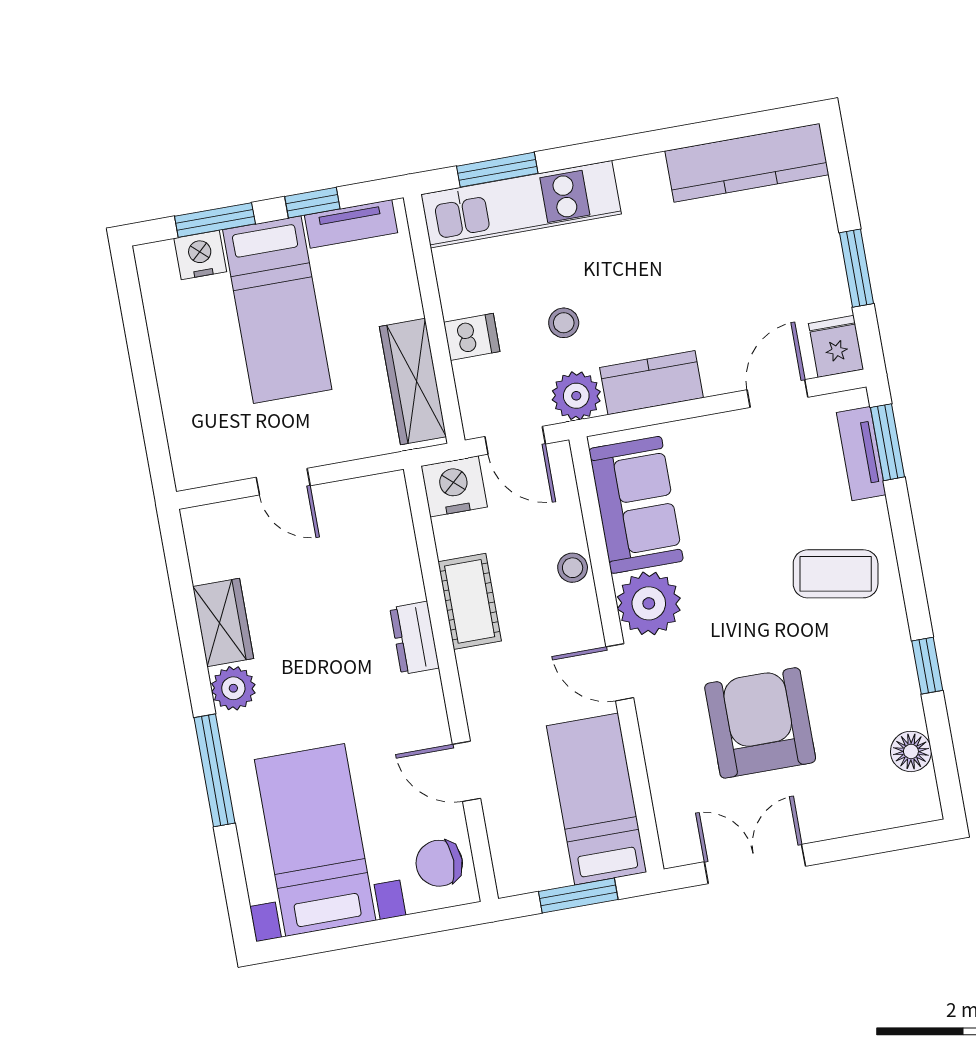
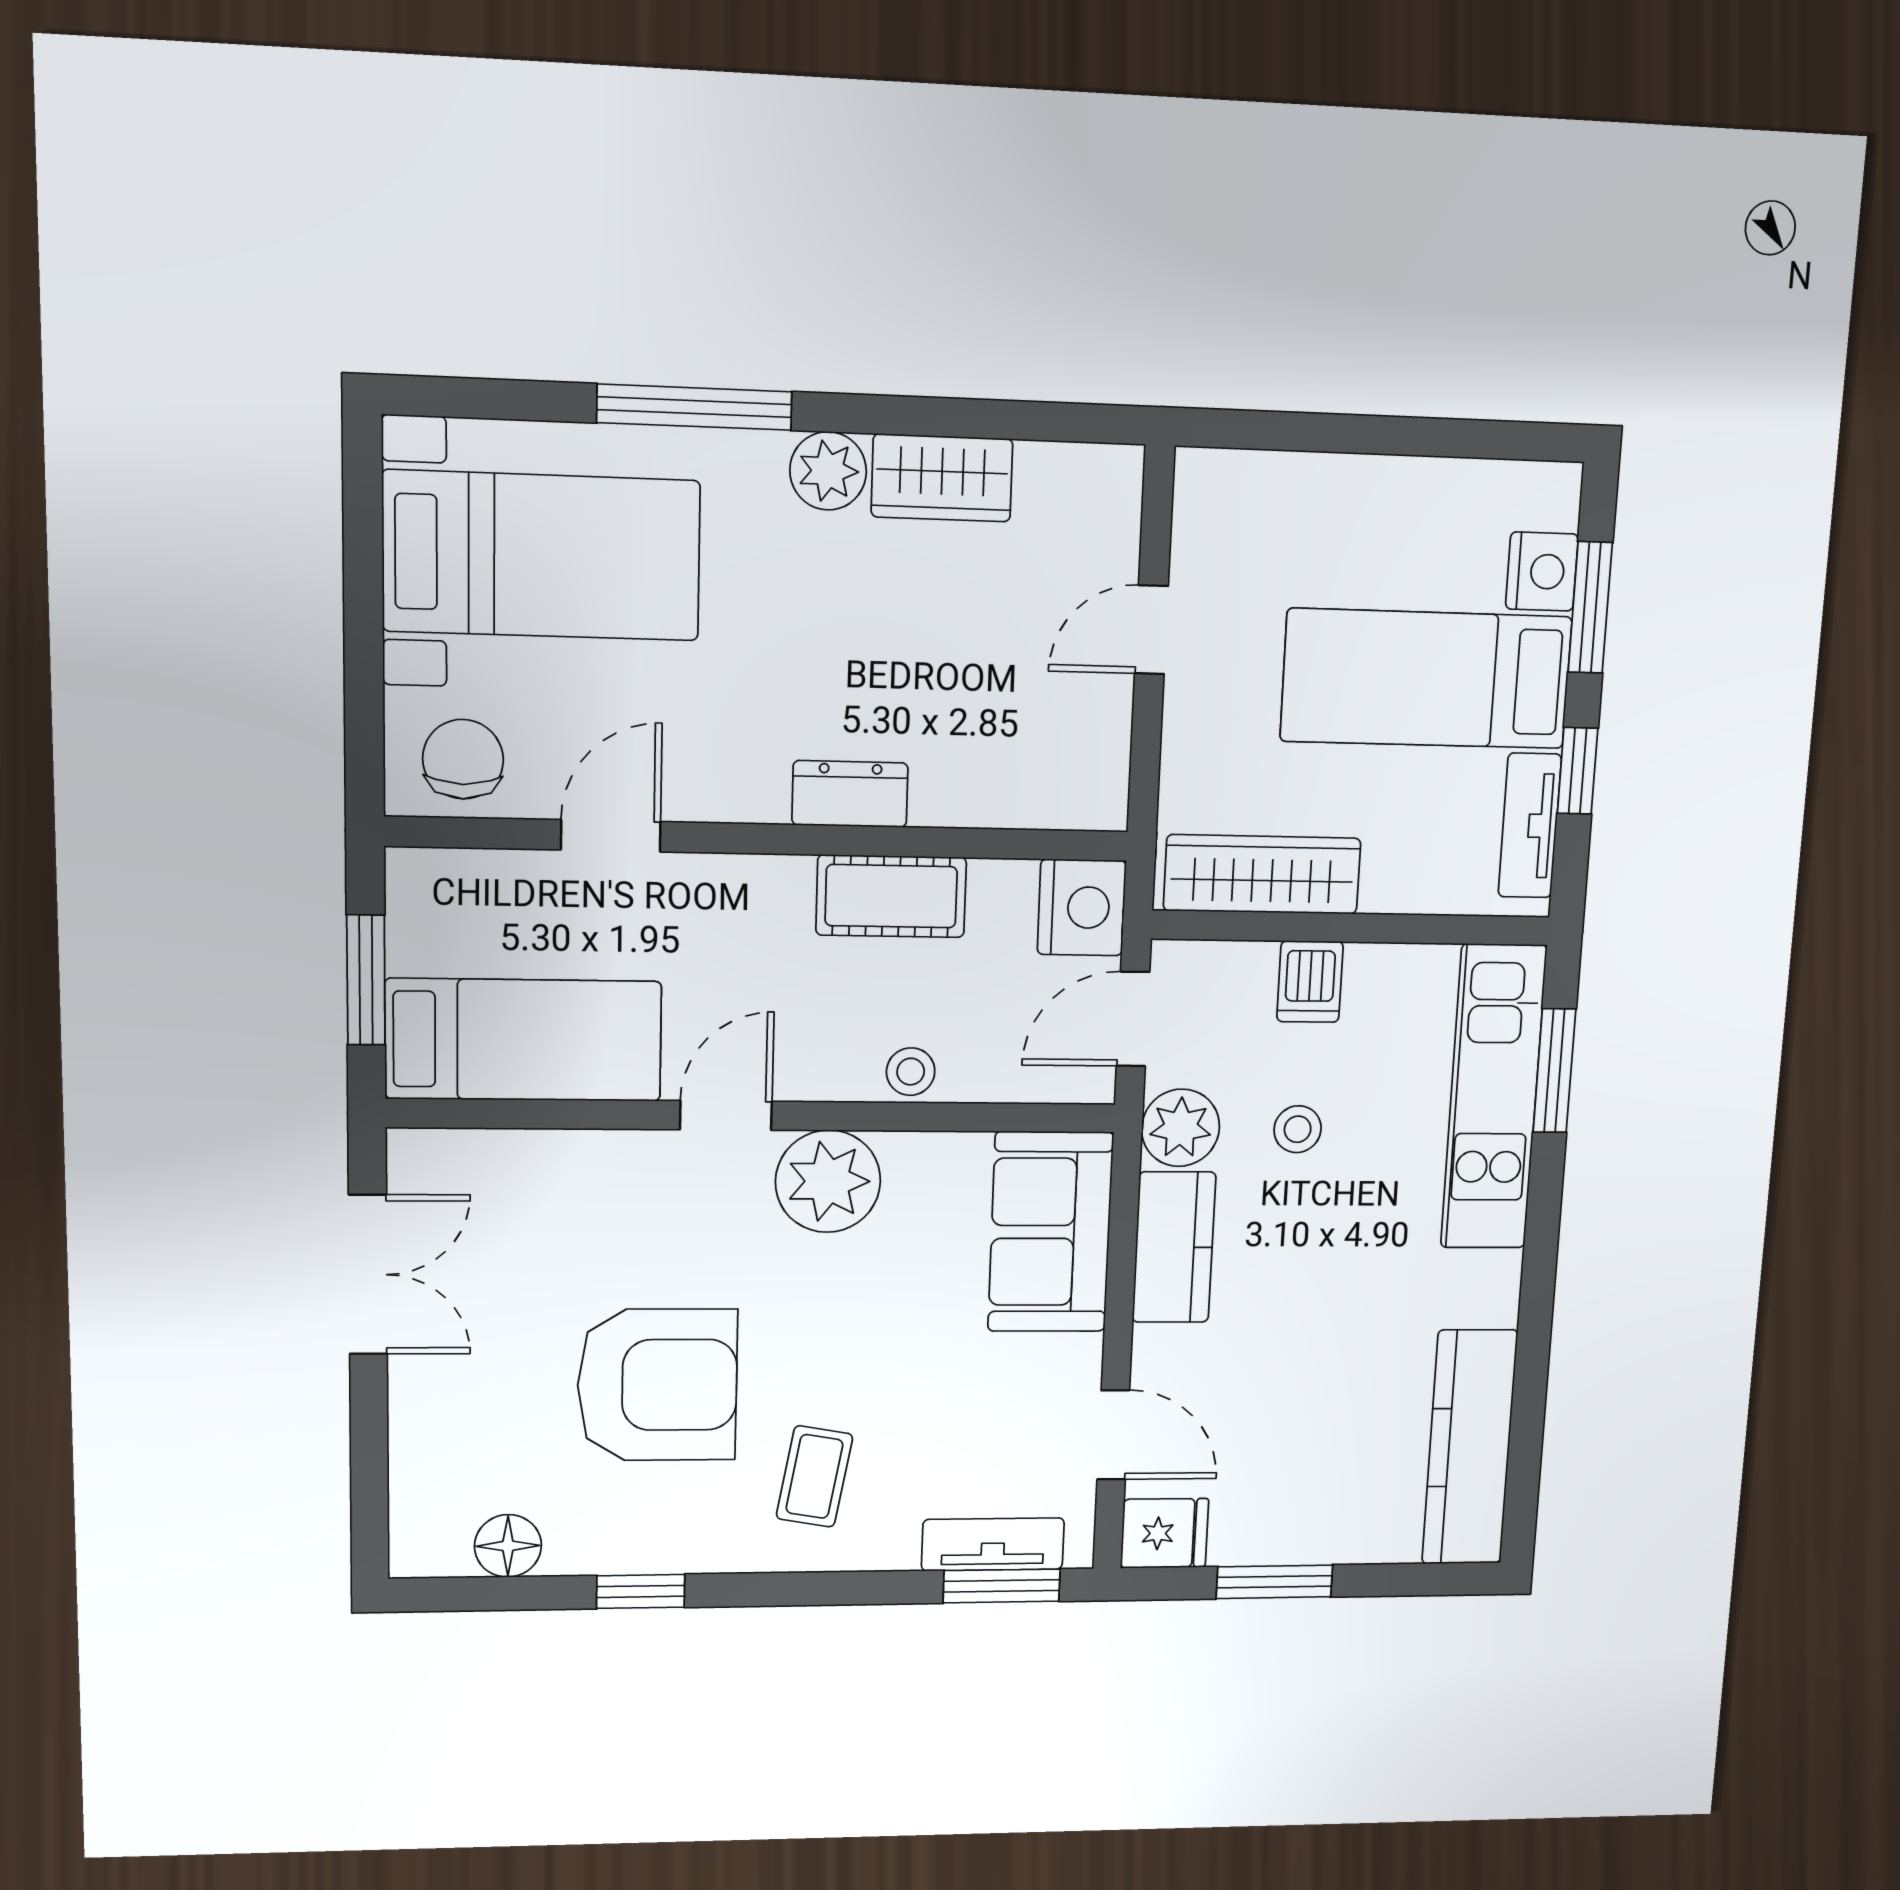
sofa: (636, 505) -> (1050, 1232), moved, turned 90
coffee table: (836, 574) -> (814, 1476), width x0.73, depth x0.77
armchair: (760, 723) -> (657, 1385), moved

